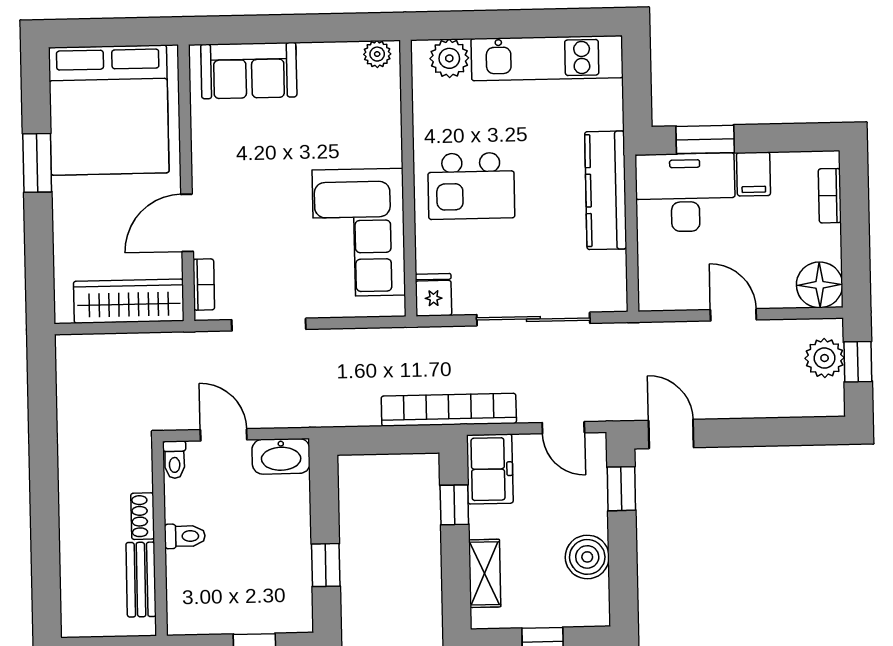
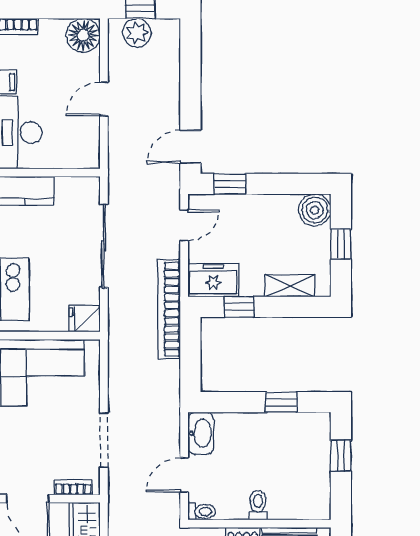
boiler: (587, 557) -> (315, 210), moved

